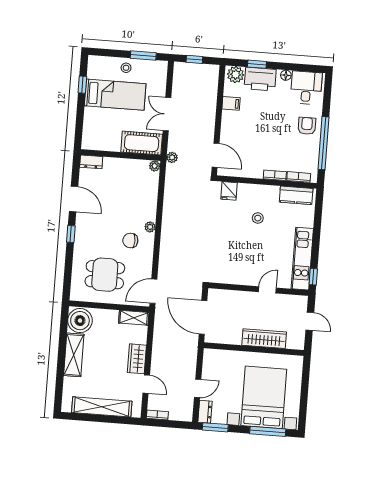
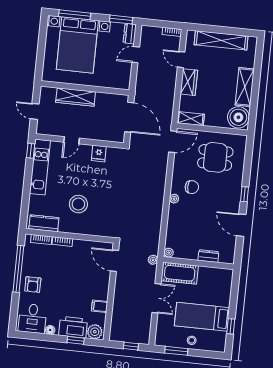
dresser: (91, 162) -> (208, 256), moved
fridge: (229, 191) -> (99, 154), moved, turned 180
stool: (258, 218) -> (78, 204), width x1.89, depth x1.89

